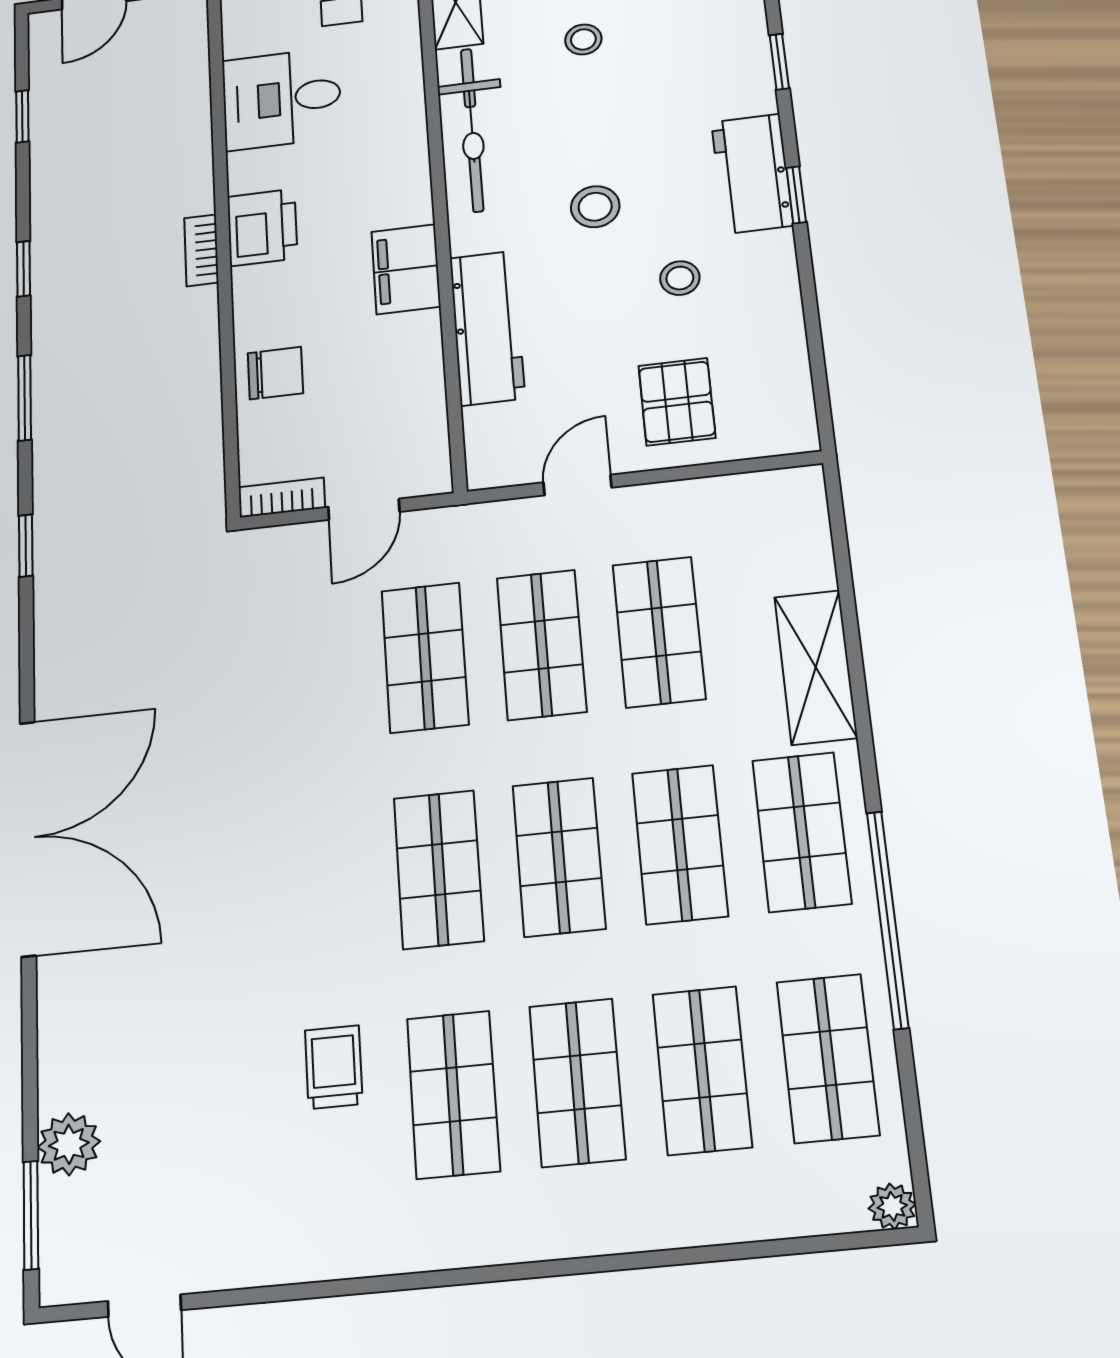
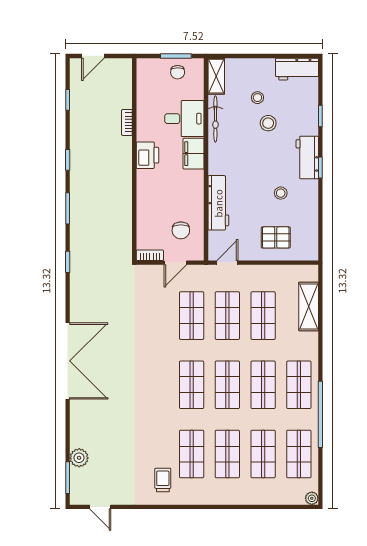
desk: (282, 99) -> (184, 119), moved, turned 180
bicycle: (472, 130) -> (215, 119), width x0.73, depth x0.71
stool: (595, 207) -> (268, 123), moved
bookcase: (201, 250) -> (127, 122), moved
filing cabinet: (406, 269) -> (194, 154), moved
chair: (275, 373) -> (181, 230), moved, turned 90
pallet: (677, 402) -> (276, 237), turned 90
door: (578, 485) -> (227, 263), moved
shelving: (816, 667) -> (309, 306), moved
trolley: (334, 1067) -> (163, 480), moved

